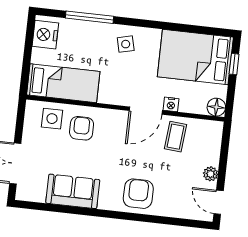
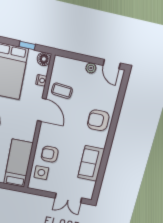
window: (234, 64) -> (27, 45), moved
nightstand: (171, 104) -> (41, 80), moved
door: (219, 202) -> (112, 64), hinge flipped

